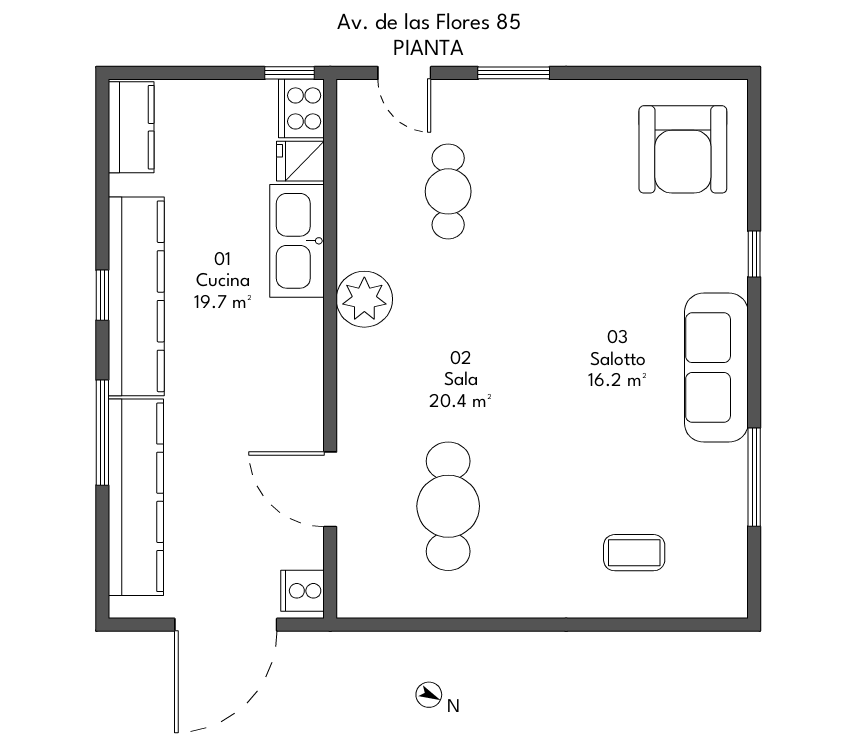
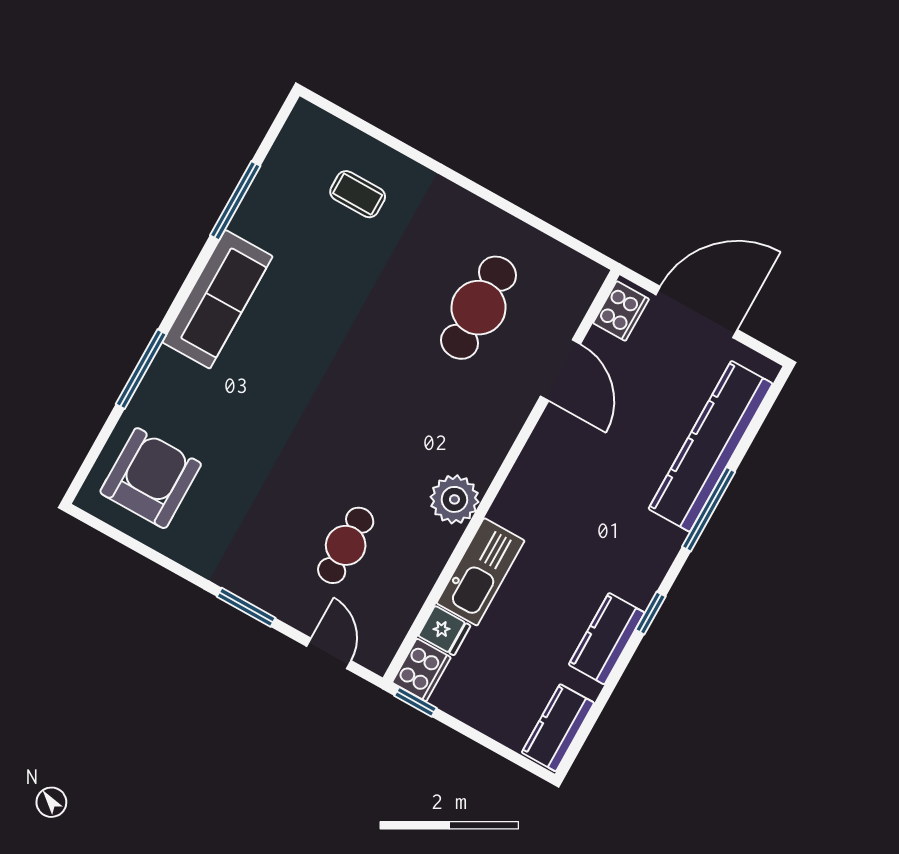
window: (754, 254) -> (141, 369), width x2.17
kitchen counter: (136, 296) -> (607, 639), width x0.48, depth x0.86
cooker: (302, 591) -> (621, 311), width x1.36

